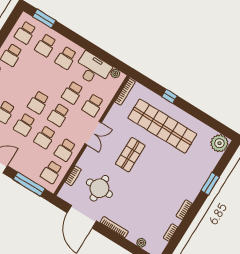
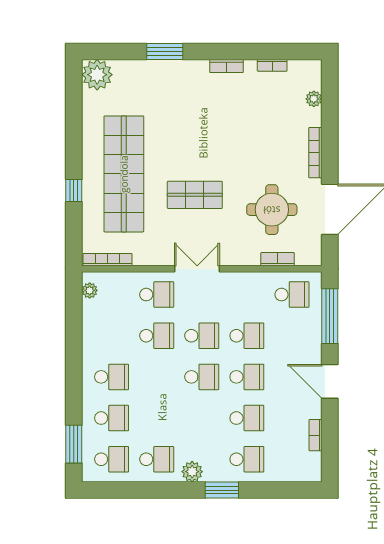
desk: (93, 69) -> (104, 328), removed
school desk: (65, 150) -> (247, 295), removed

